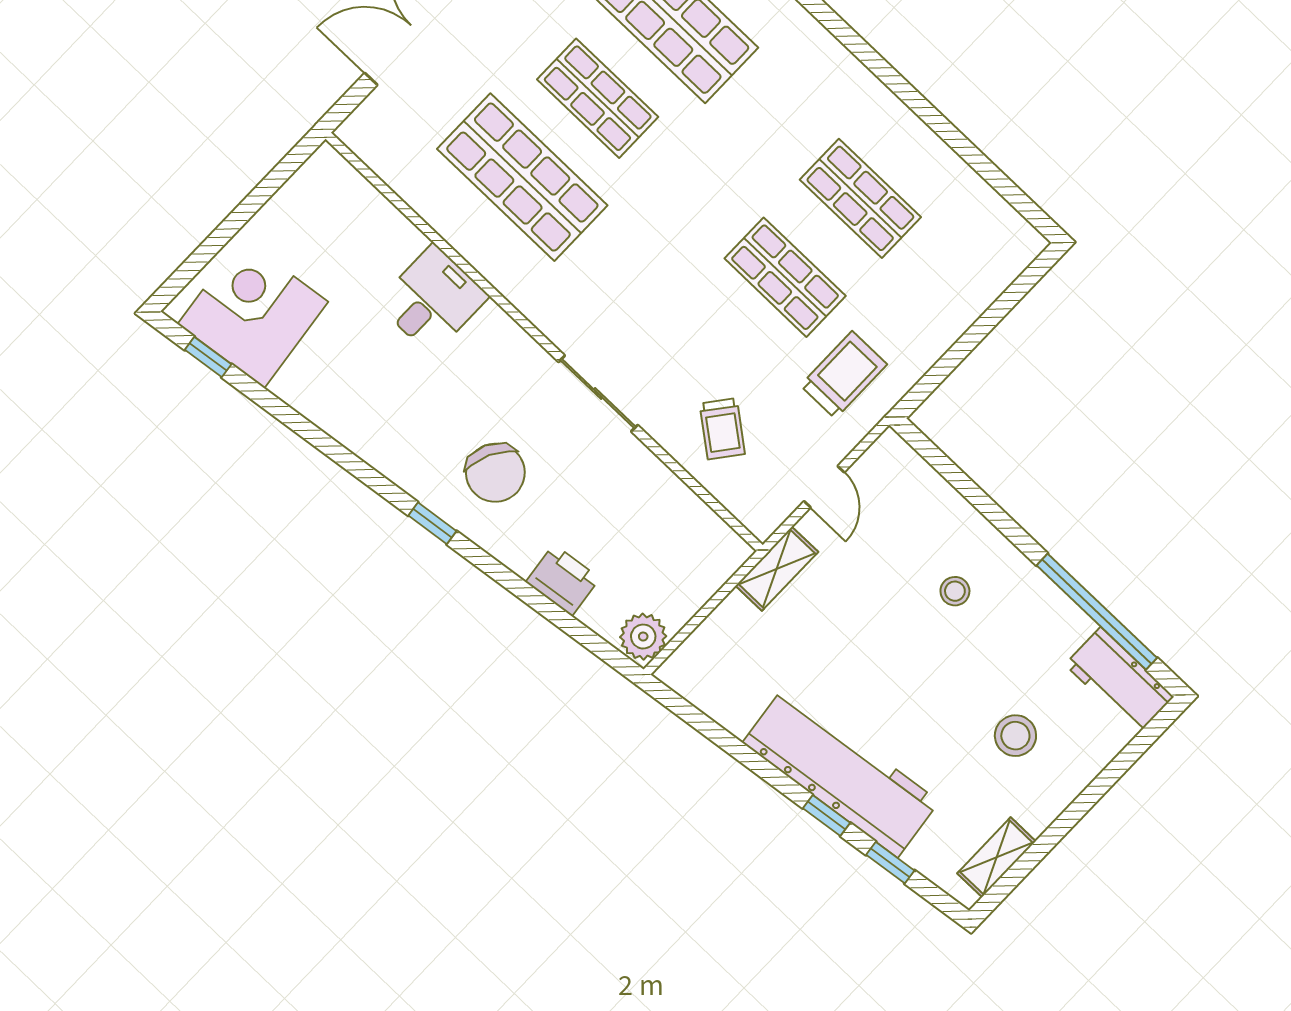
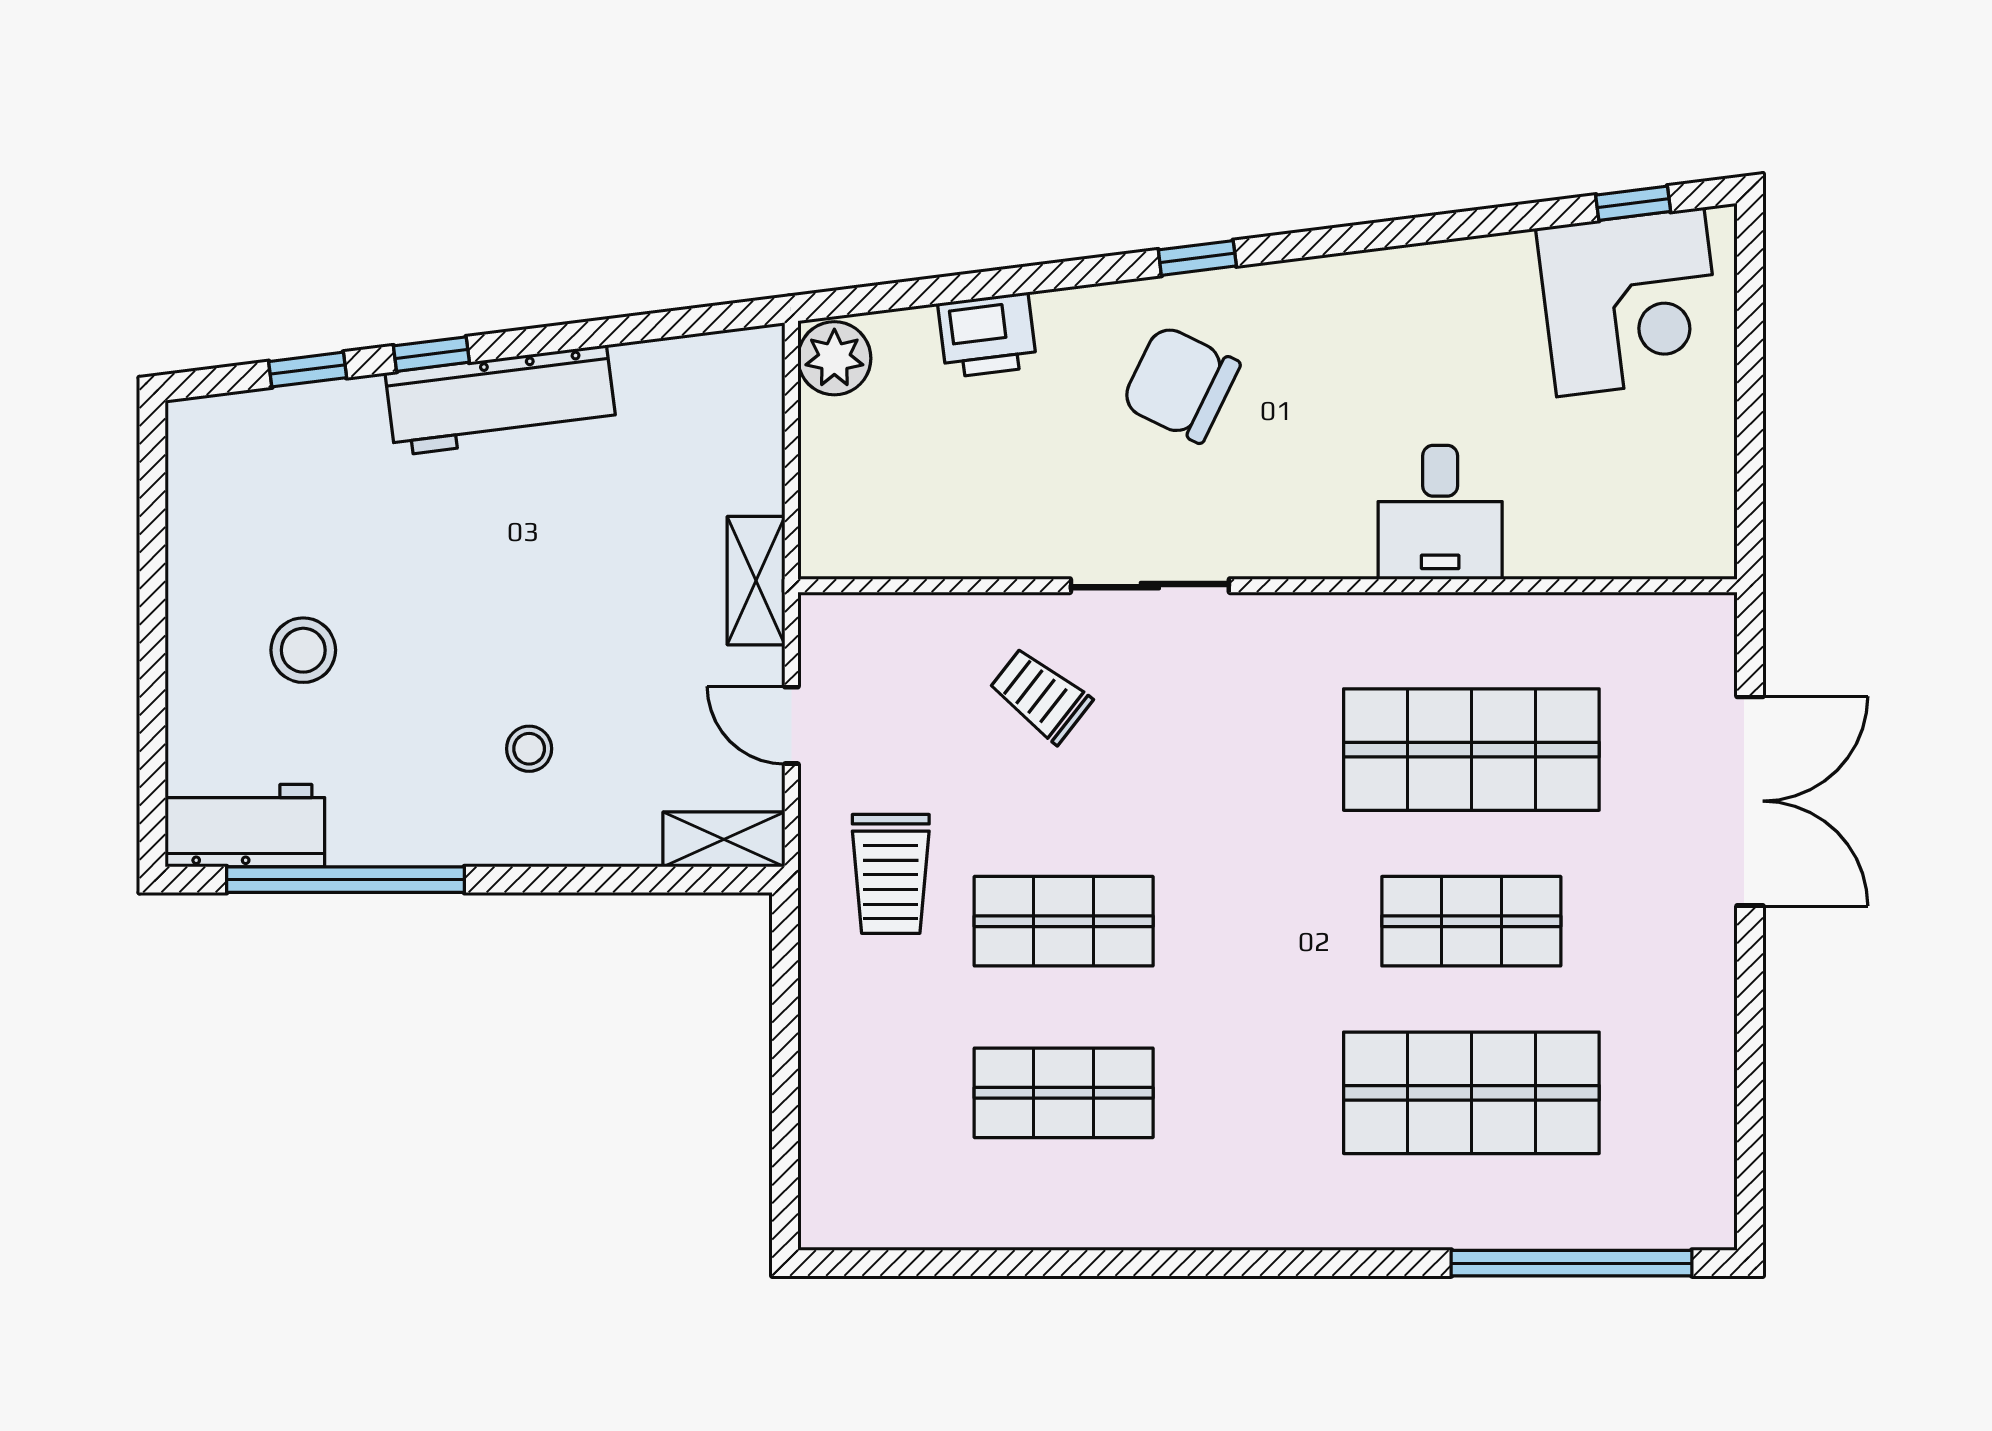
trolley: (722, 429) -> (1040, 695), moved
workbench: (841, 772) -> (501, 400), width x0.73, depth x0.76
shelving: (996, 857) -> (724, 839), moved, turned 90

